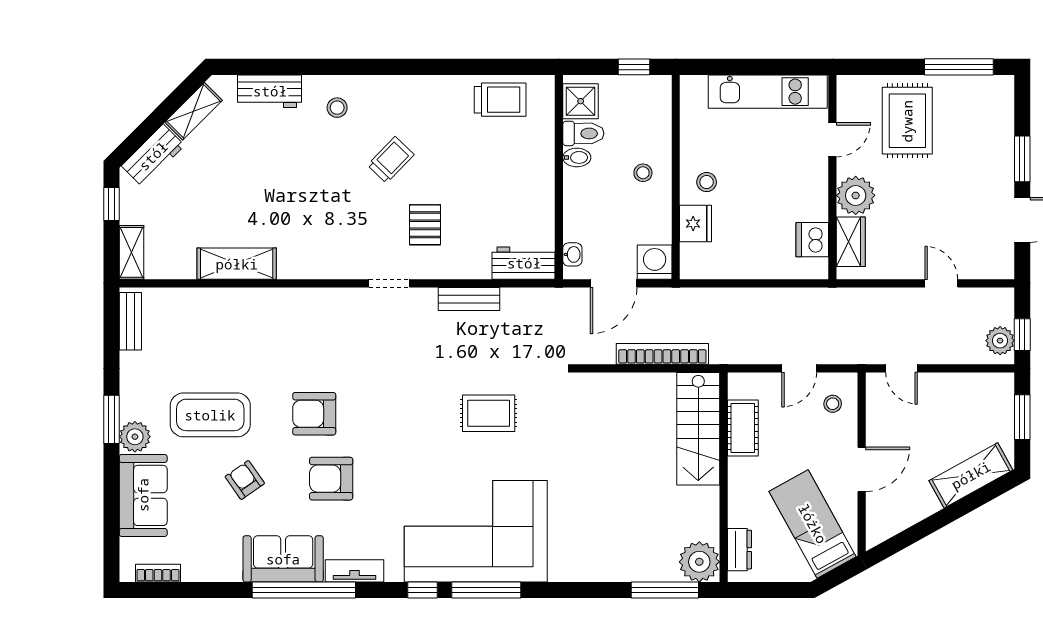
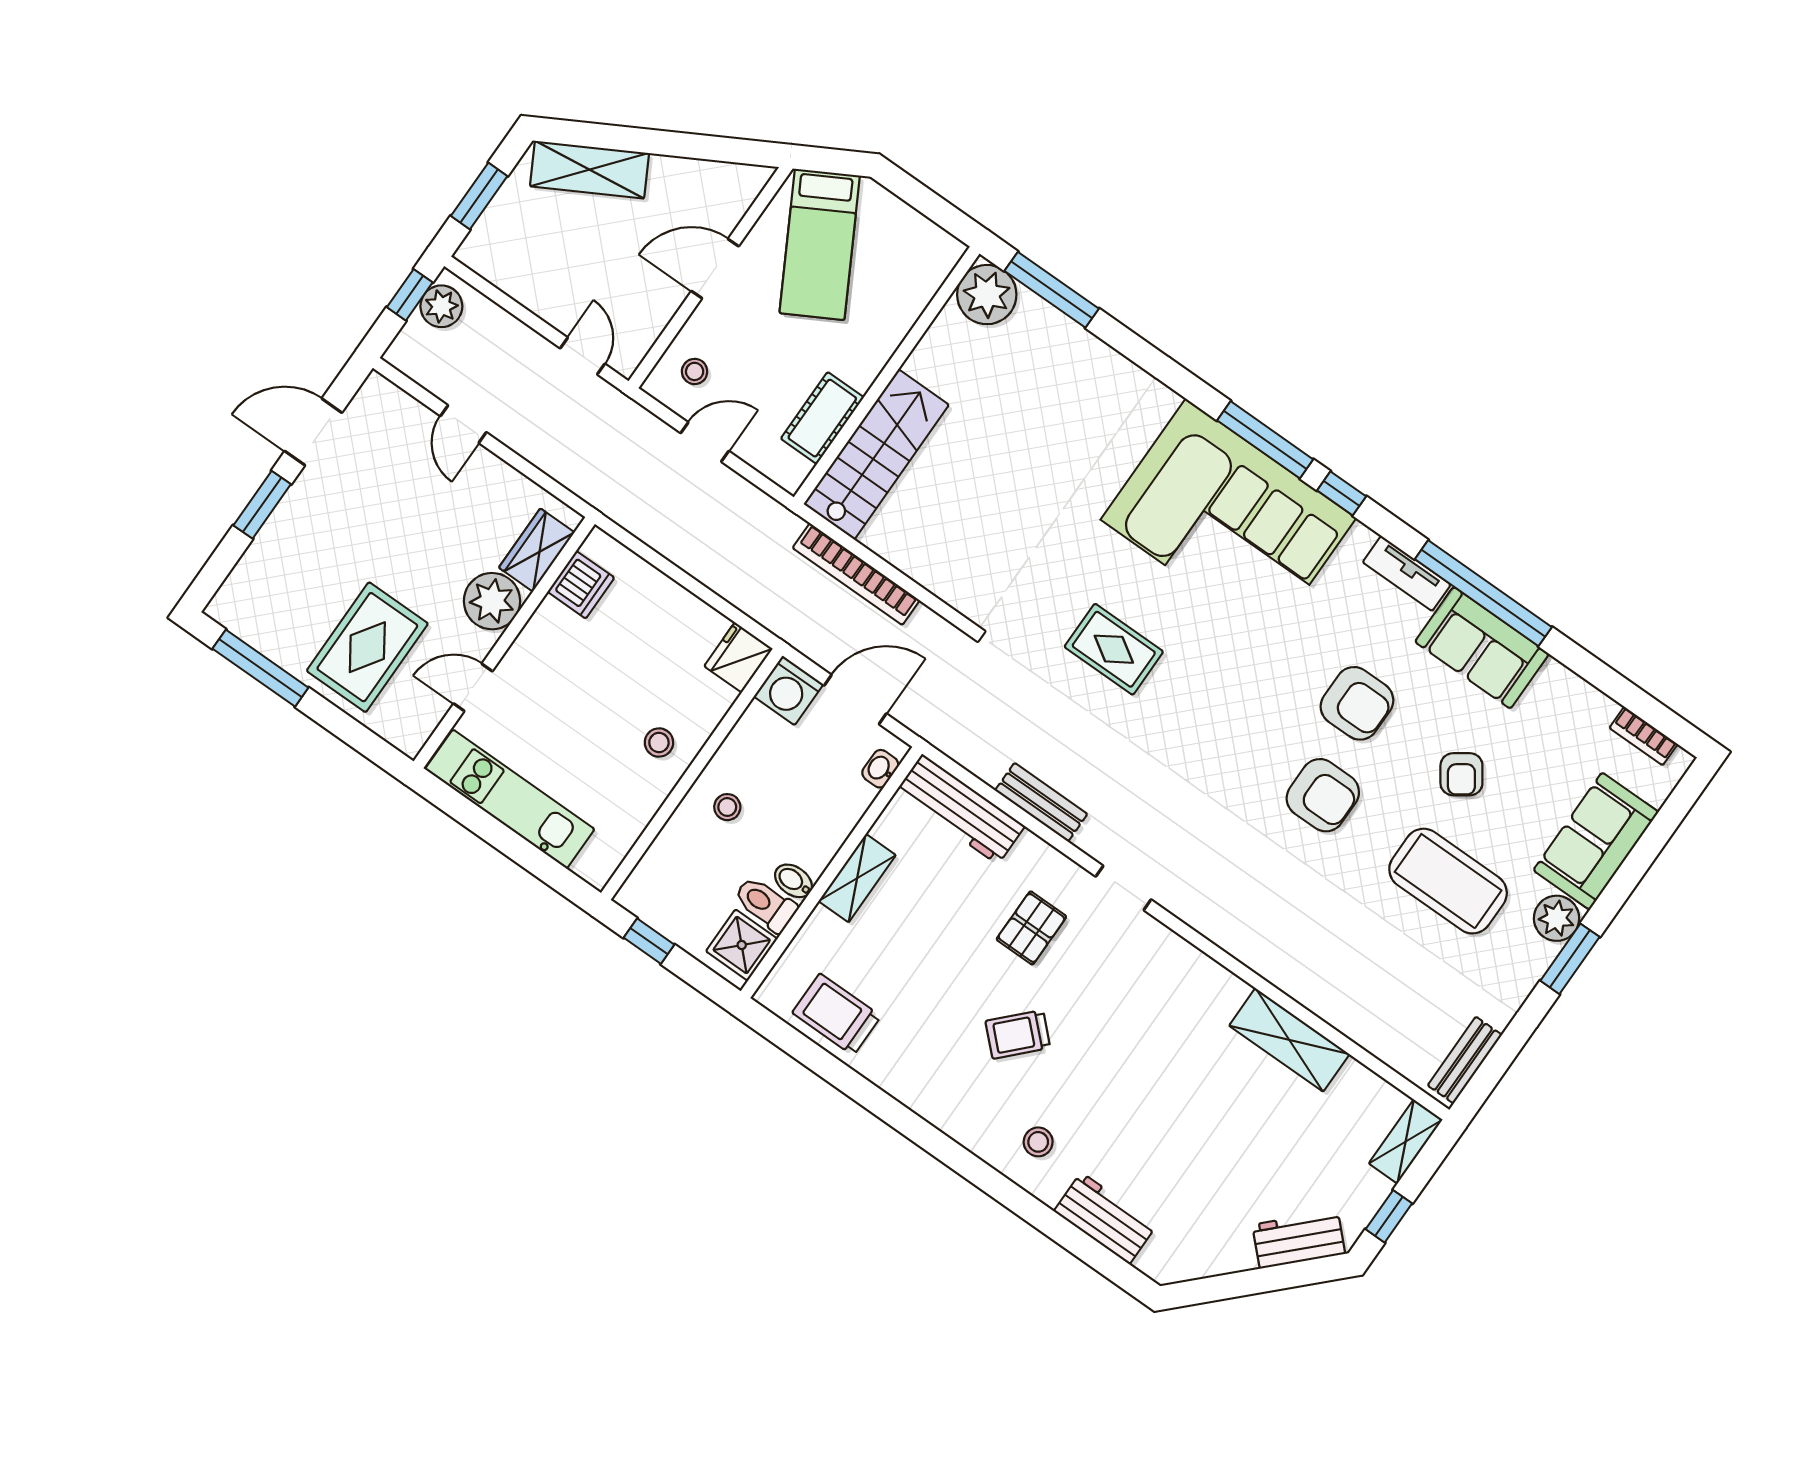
shelving: (194, 111) -> (857, 878), moved, turned -45
fridge: (696, 223) -> (738, 657), moved
workbench: (524, 263) -> (960, 809), width x1.37
dresser: (739, 550) -> (929, 275), removed

